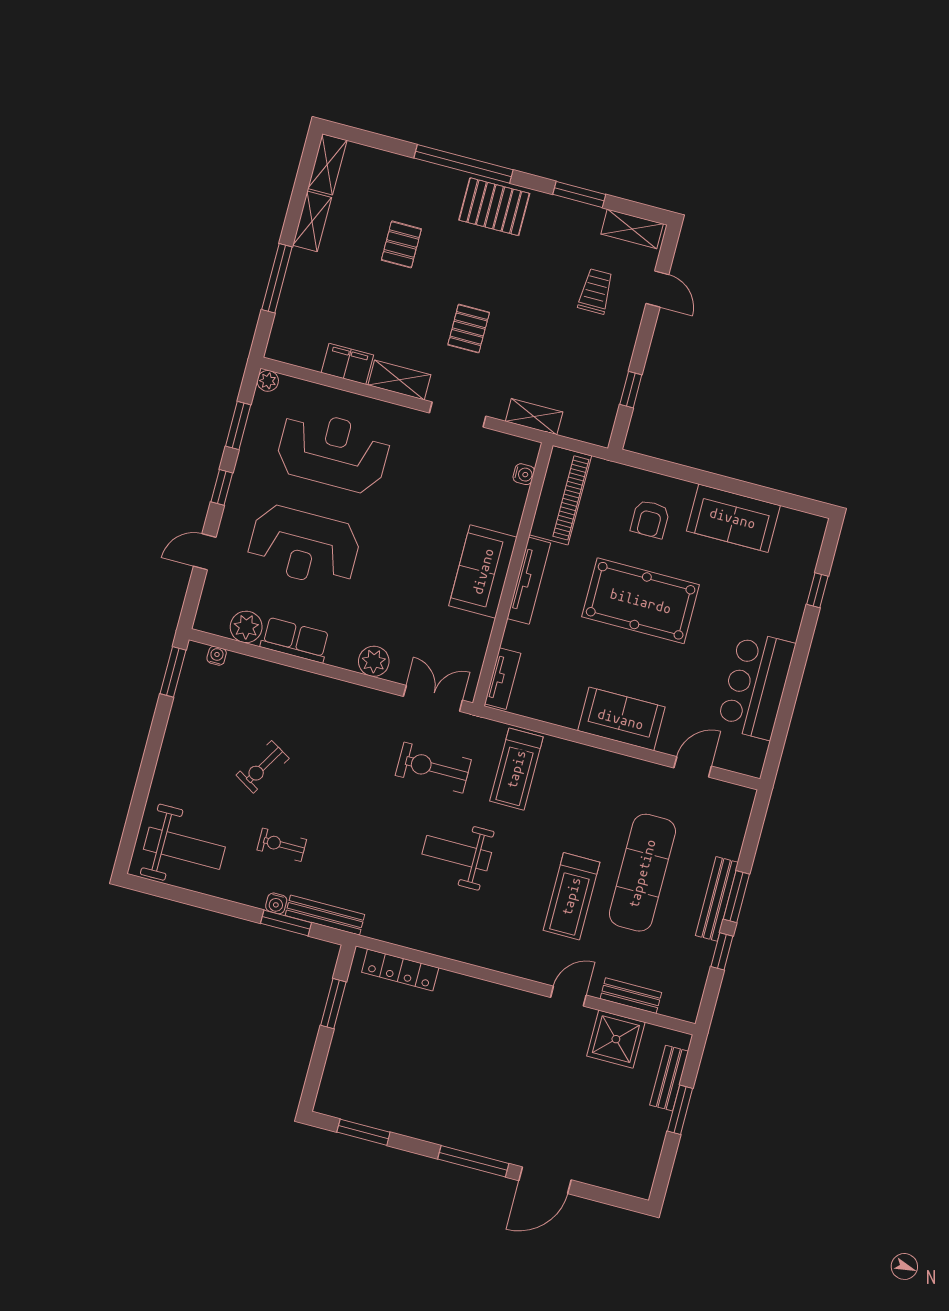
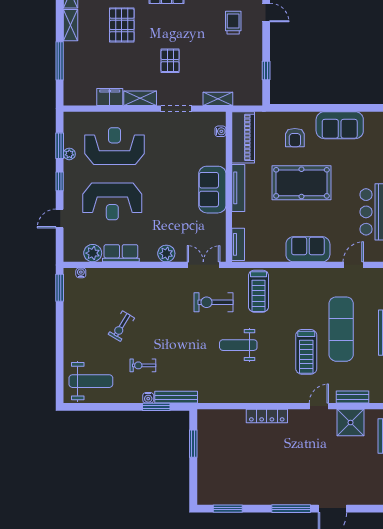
pallet: (401, 244) -> (122, 25), width x1.50, depth x1.42
plant: (268, 381) -> (69, 154), moved
locker: (400, 970) -> (267, 416), moved

